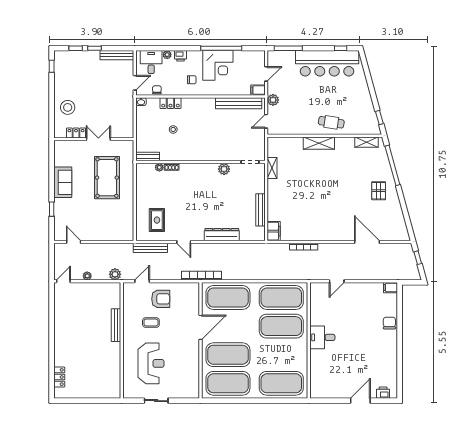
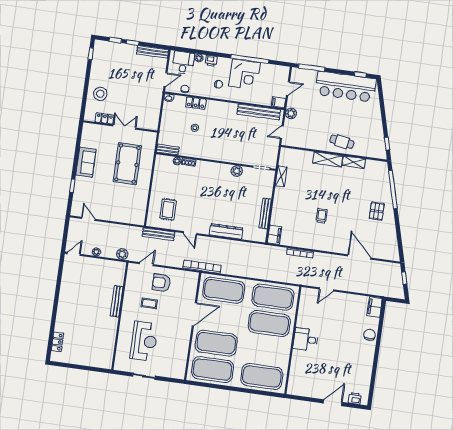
shelving: (367, 142) -> (354, 162), moved
trolley: (321, 204) -> (322, 216), added
filing cabinet: (390, 288) -> (374, 307), width x2.00
armchair: (161, 299) -> (161, 283), turned 180

